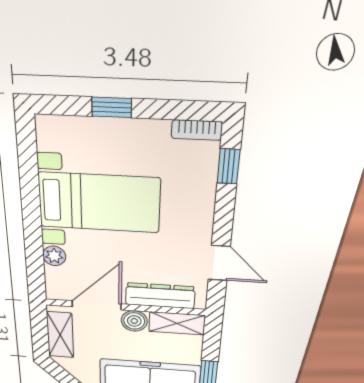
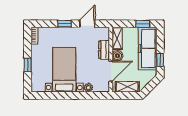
window: (228, 166) -> (65, 24), moved
dresser: (160, 296) -> (104, 50), width x0.70
door: (97, 305) -> (111, 71), swing flipped

